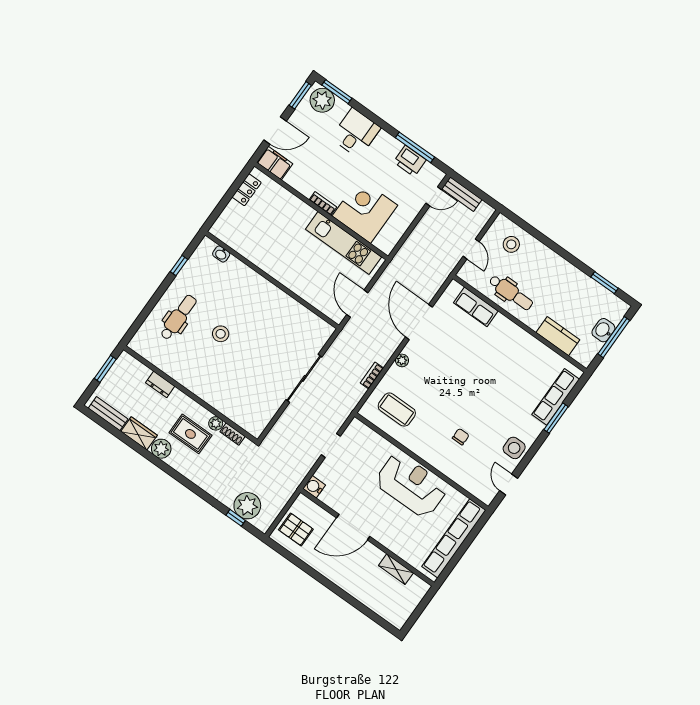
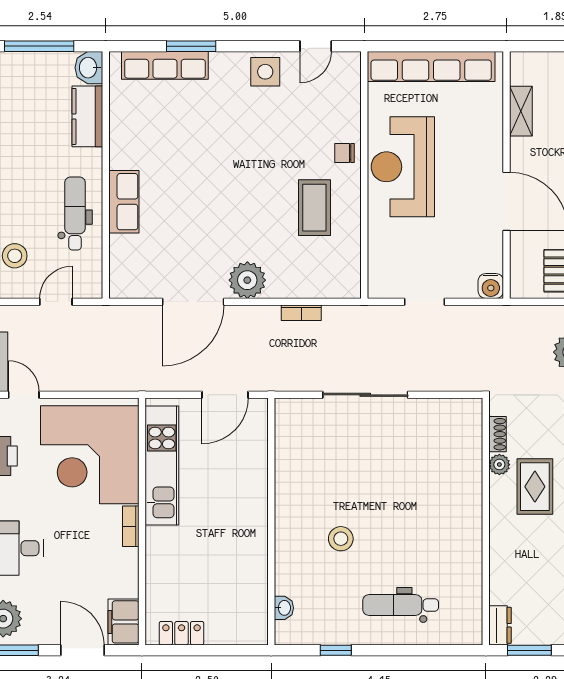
corner desk: (365, 211) -> (90, 455), width x1.36, depth x1.36
row of seats: (476, 307) -> (124, 202), moved
washbasin: (603, 330) -> (89, 68), moved, turned 90
stool: (221, 334) -> (341, 539), moved
plant: (402, 360) -> (247, 280), width x1.88, depth x1.88
dresser: (160, 384) -> (500, 625), moved
coffee table: (397, 410) -> (314, 208), moved
chair: (461, 437) -> (344, 153), moved

